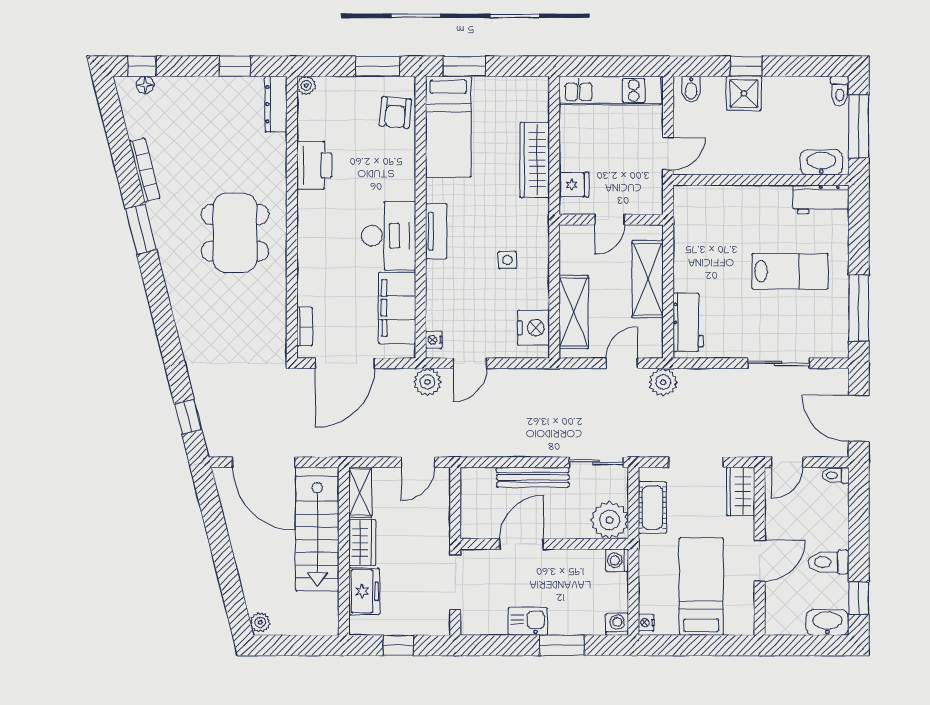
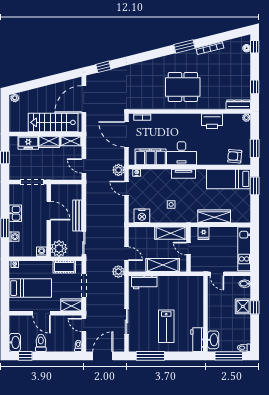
shelving: (574, 312) -> (171, 233), moved
washing machine: (617, 624) -> (14, 237), moved

